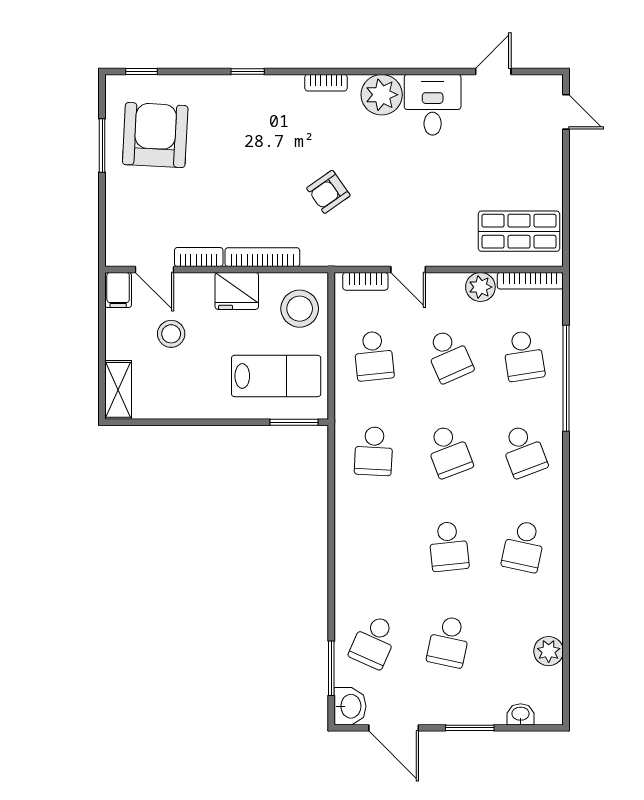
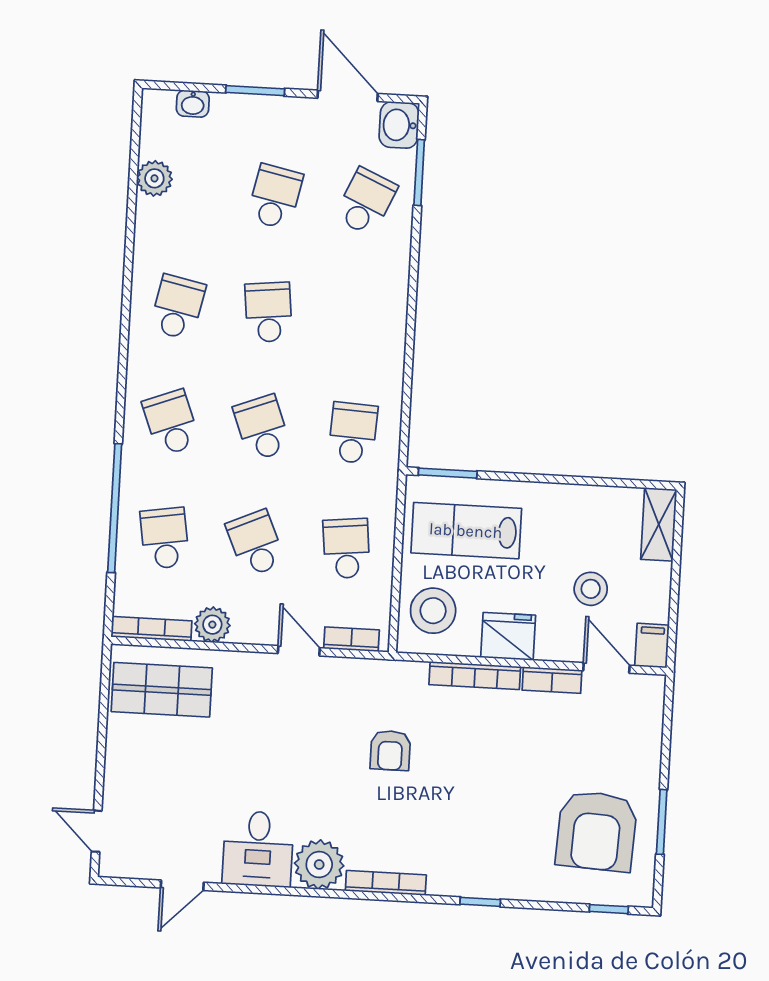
bookcase: (326, 83) -> (386, 883), width x1.56
armchair: (328, 192) -> (390, 750), turned 125

